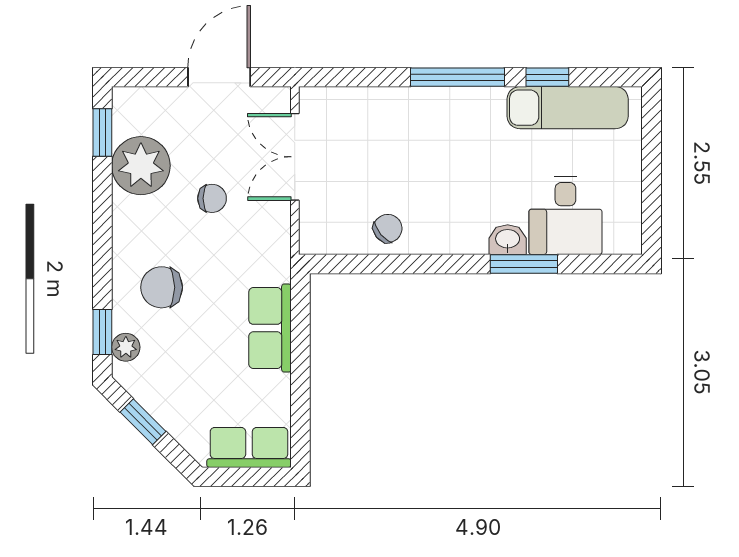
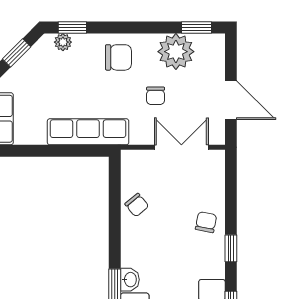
window: (458, 77) -> (231, 248), width x0.46
chair: (415, 117) -> (206, 222), added
chair: (162, 287) -> (118, 57), moved, turned 90
row of seats: (270, 328) -> (88, 132), width x1.48

